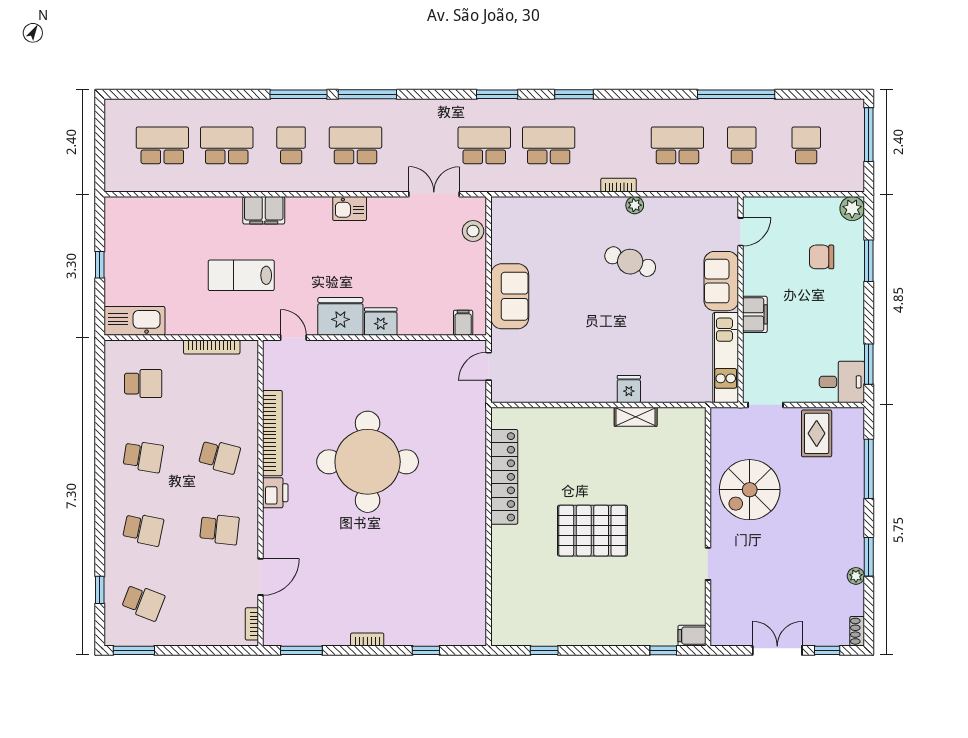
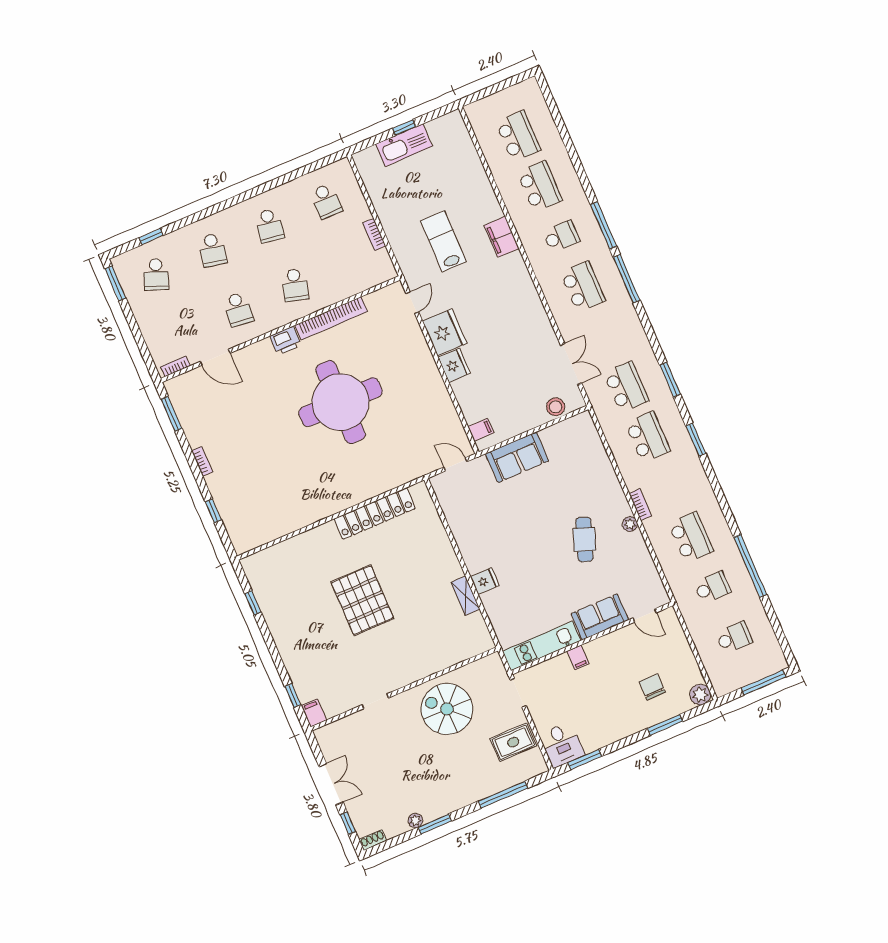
kitchen sink: (350, 209) -> (532, 303), removed
filing cabinet: (755, 314) -> (578, 657), width x0.50
kitchen sink: (134, 321) -> (404, 145), moved, turned 90
bookcase: (212, 347) -> (374, 234), width x0.64

